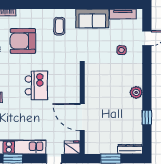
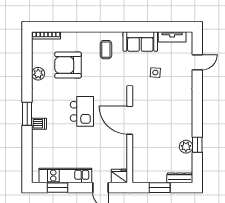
side table: (122, 50) -> (155, 73), moved
plant: (136, 92) -> (186, 147), moved
door: (82, 117) -> (130, 120), moved

